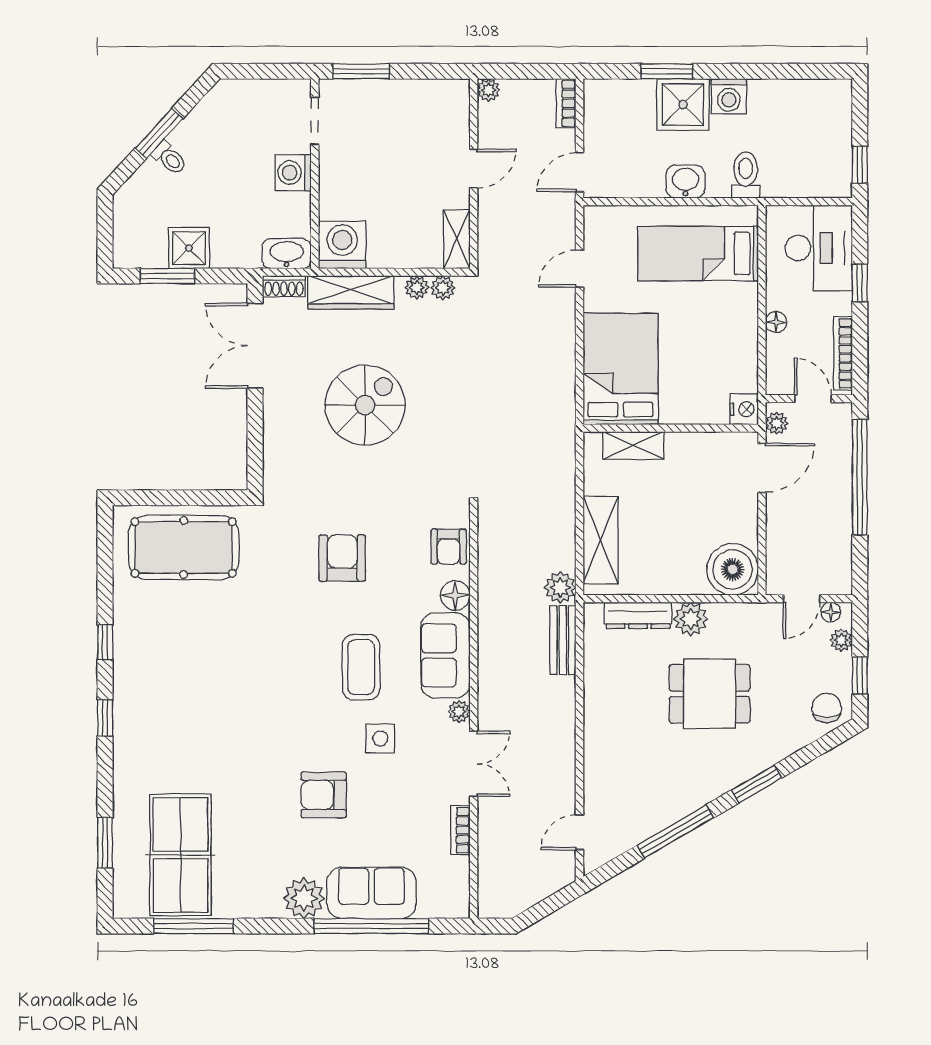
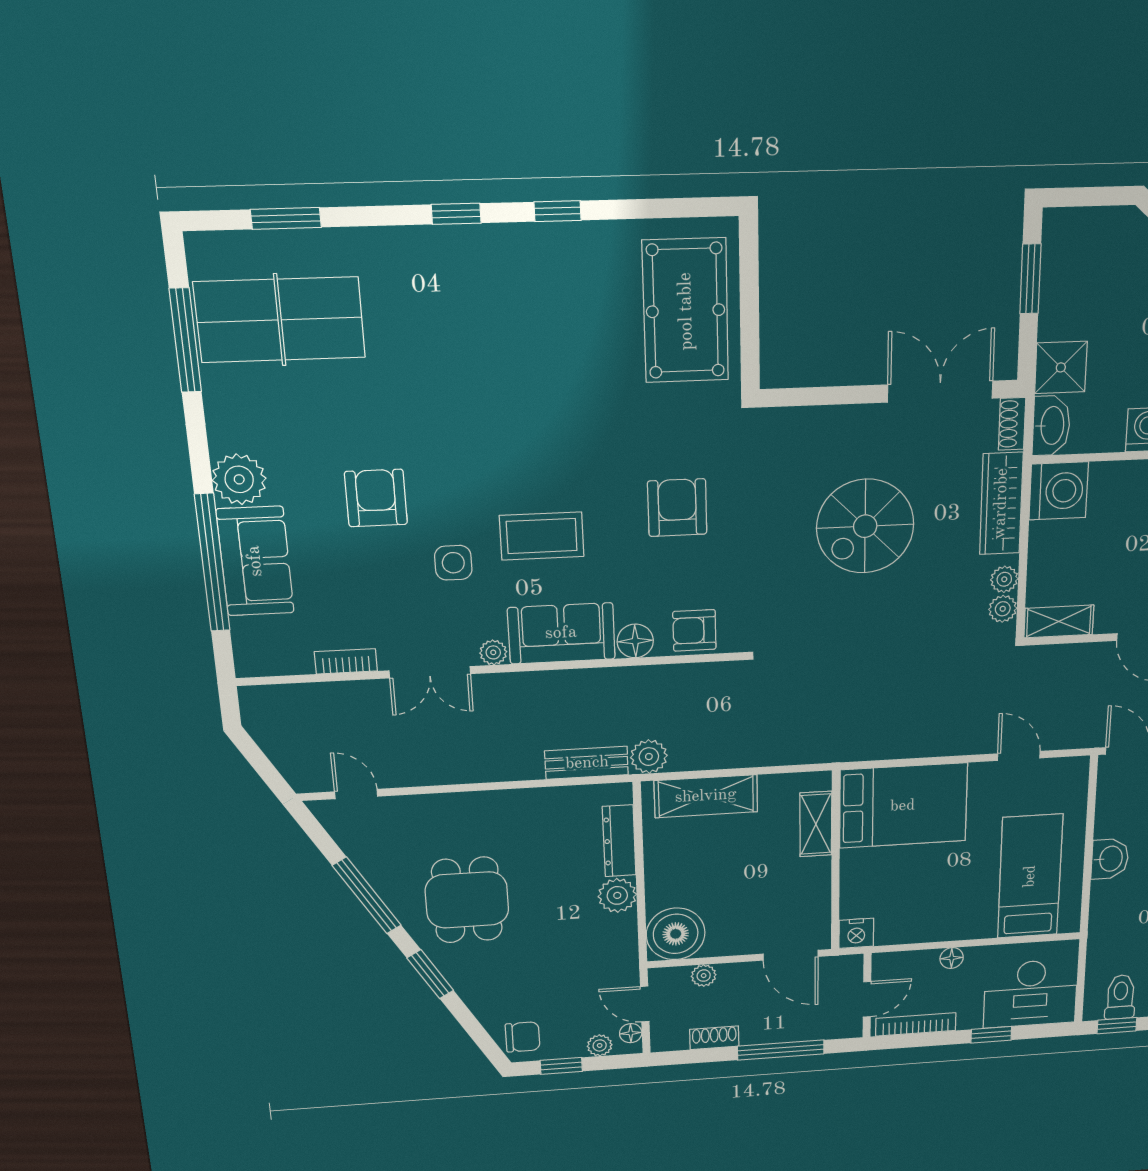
toilet: (746, 175) -> (1120, 997), moved, turned -90
shower: (189, 248) -> (1061, 367), moved
spiral stairs: (365, 405) -> (865, 526), turned 90
plant: (777, 423) -> (704, 976), moved
window: (860, 477) -> (781, 1050), width x0.68
shoe rack: (842, 537) -> (714, 1038), added
armchair: (342, 558) -> (677, 508), turned -90
dining table: (710, 694) -> (467, 900), moved

